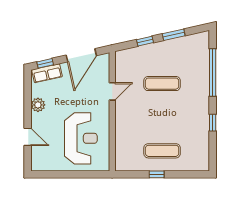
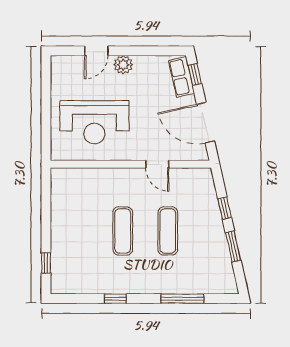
window: (213, 73) -> (182, 299), width x0.68
plant: (38, 105) -> (123, 65), moved
exercise mat: (162, 151) -> (123, 231), moved
window: (157, 174) -> (46, 263), moved

